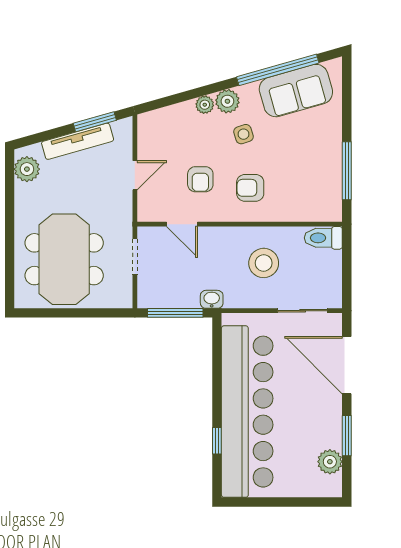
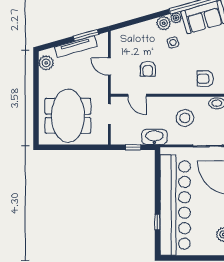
plant: (205, 105) -> (176, 18), moved
door: (135, 175) -> (109, 67), swing flipped
armchair: (250, 188) -> (205, 79), moved
washbasin: (212, 299) -> (154, 137), width x1.91, depth x1.45
window: (175, 313) -> (133, 147), width x0.46

